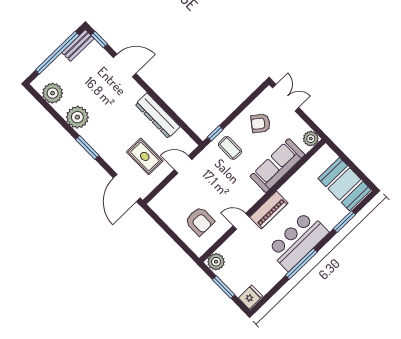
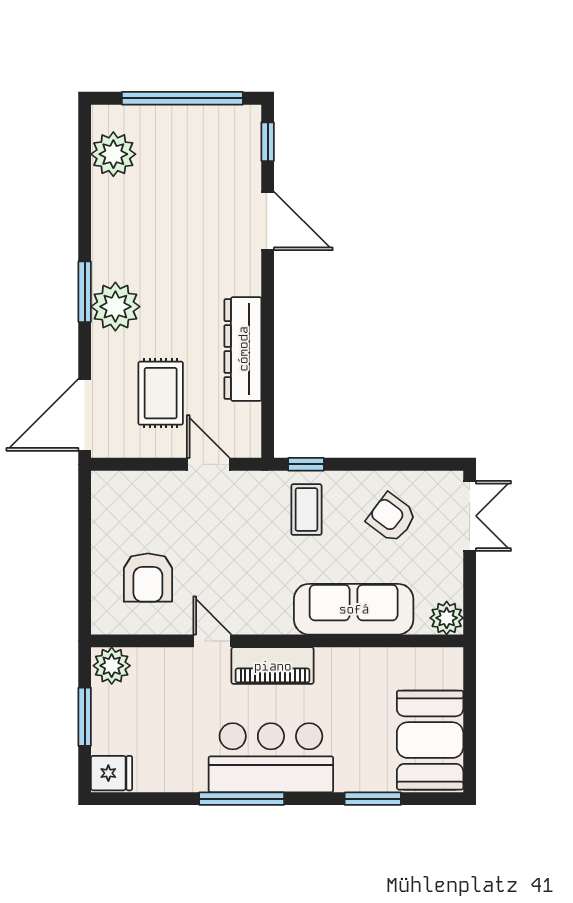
bench: (78, 45) -> (225, 118), removed
plant: (77, 117) -> (115, 307), moved

